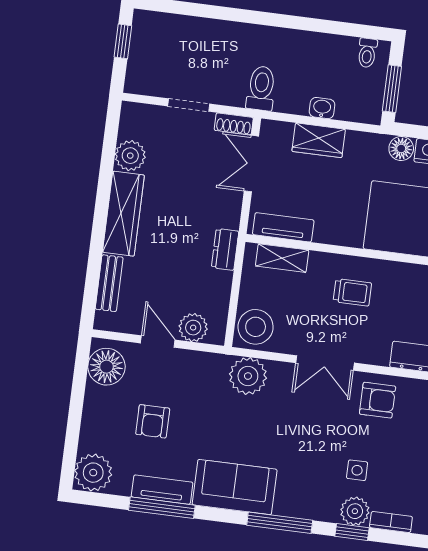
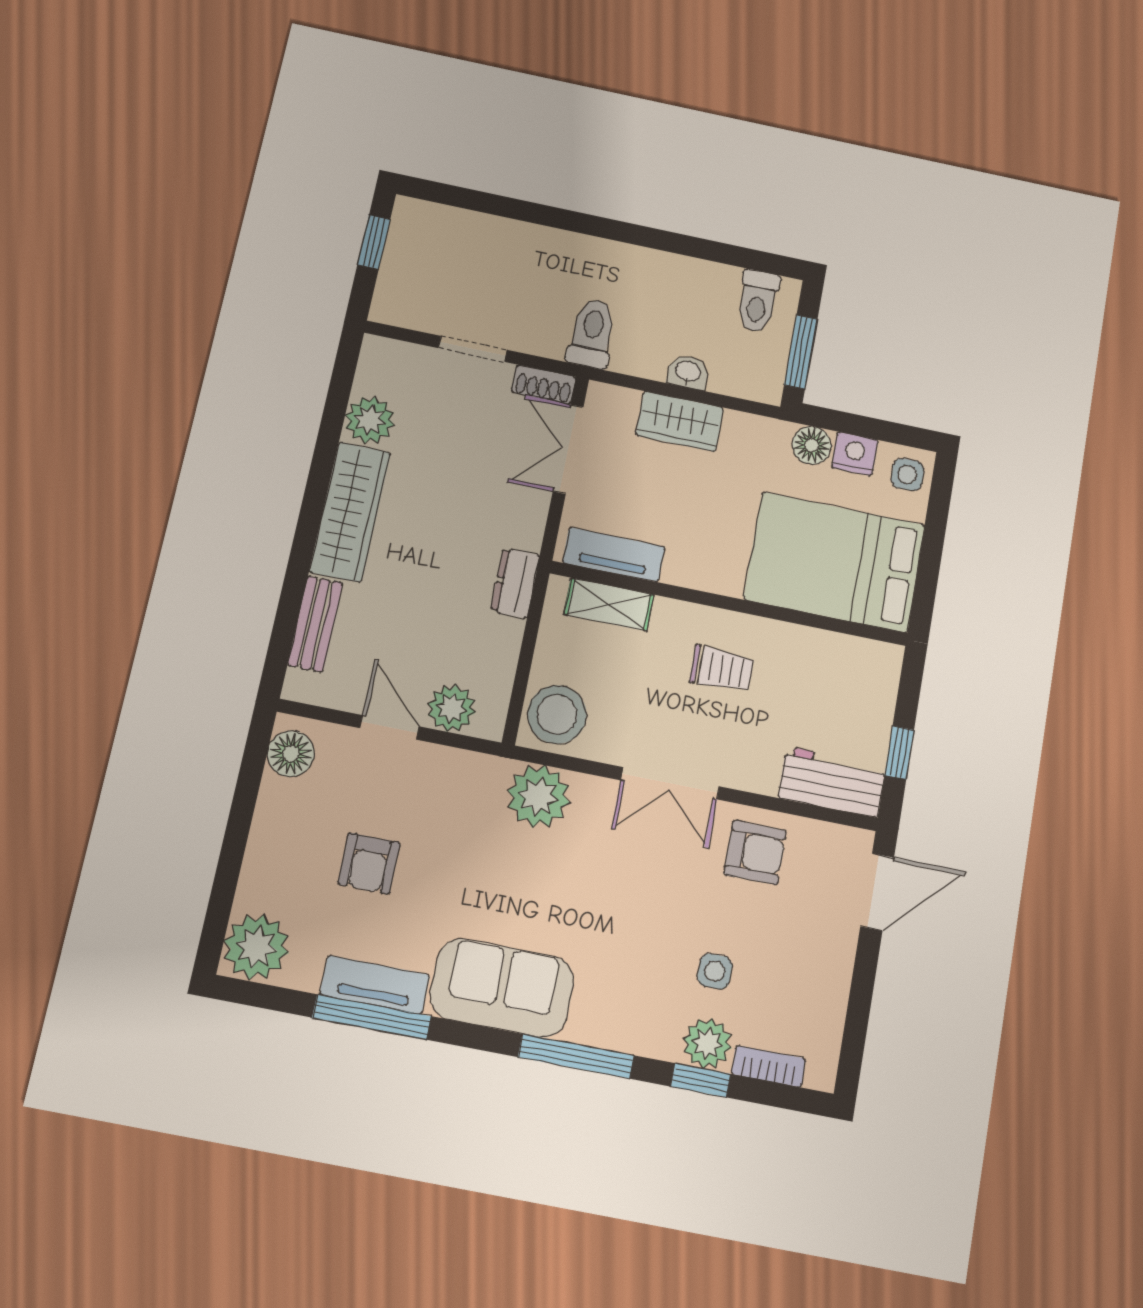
toilet: (367, 53) -> (758, 301), width x1.37, depth x1.39
floor lamp: (106, 367) -> (291, 754), width x0.73, depth x0.73

